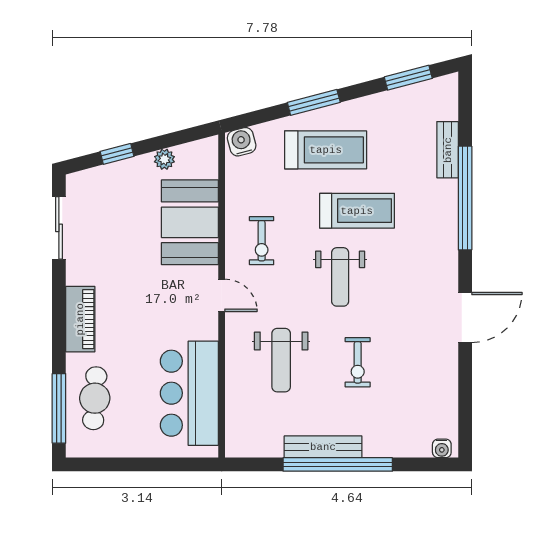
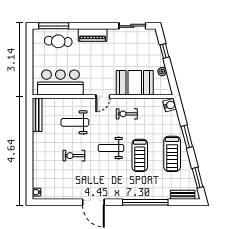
treadmill: (326, 150) -> (172, 154), moved
bench: (448, 150) -> (183, 195), moved
bench: (323, 447) -> (37, 115), moved
window: (338, 464) -> (29, 147), removed

